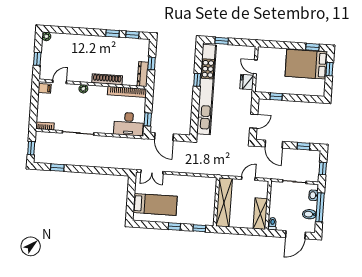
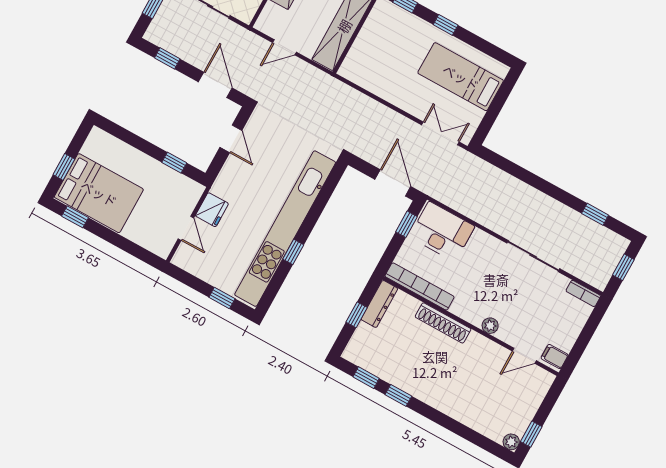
window: (37, 59) -> (531, 434), moved
door: (254, 121) -> (231, 139), swing flipped

